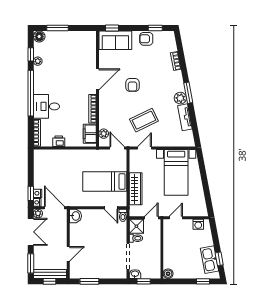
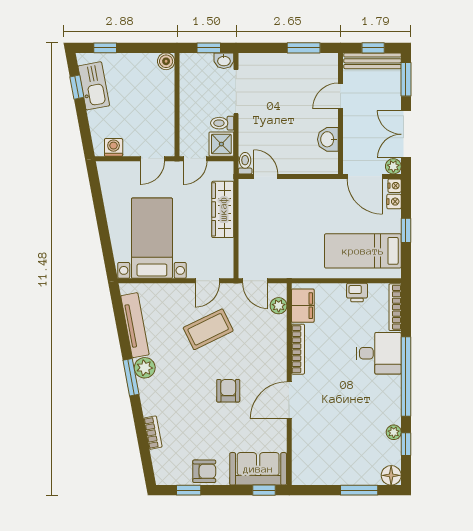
tv unit: (185, 117) -> (135, 325), width x1.41
bed: (105, 181) -> (363, 251), moved, turned 180
window: (31, 193) -> (406, 230), moved
washbasin: (75, 216) -> (328, 139), moved

